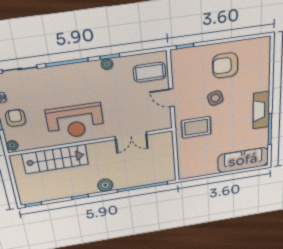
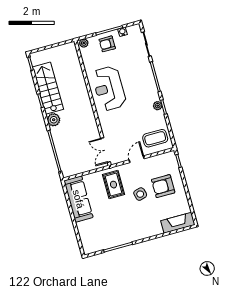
armchair: (225, 65) -> (163, 186), moved, turned -90
coffee table: (149, 72) -> (155, 138), turned 90
fireplace: (261, 110) -> (178, 223), moved
armchair: (15, 118) -> (107, 44), turned 180
double door: (131, 136) -> (106, 150), moved
stairs: (55, 159) -> (48, 88), moved, turned 180
sofa: (243, 160) -> (78, 199), moved

